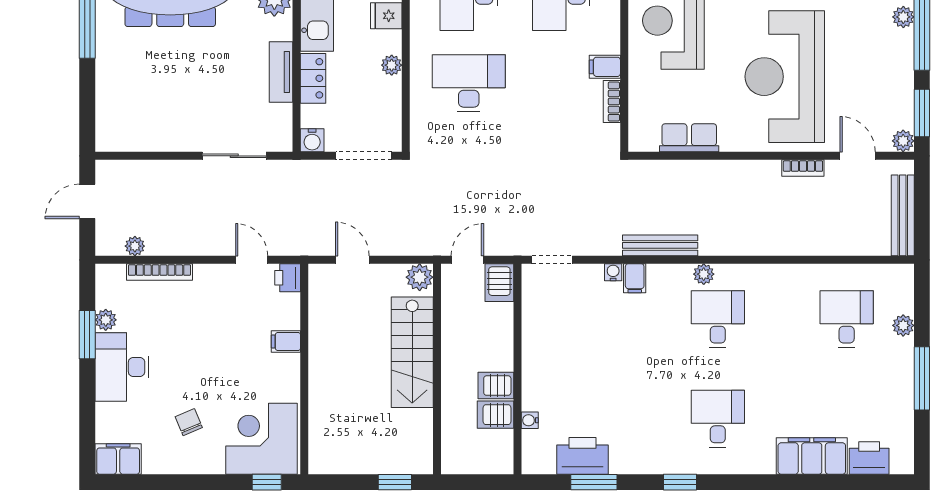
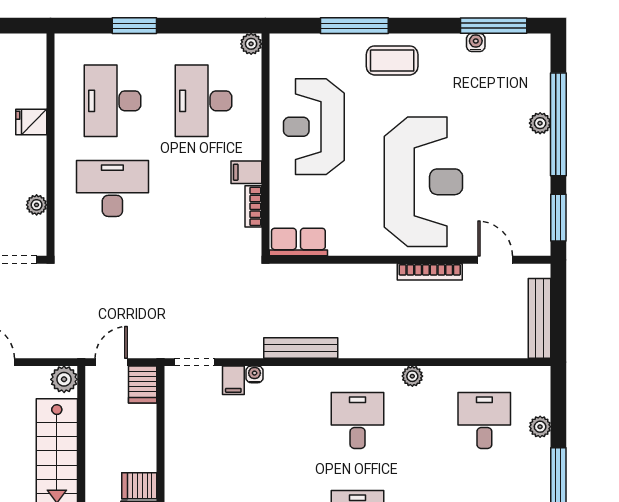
plant: (392, 65) -> (37, 205), moved
reception desk: (785, 77) -> (423, 182), turned 180
row of seats: (689, 138) -> (298, 242), moved
plant: (903, 141) -> (540, 245), removed
bookcase: (803, 168) -> (430, 272), width x1.56
plant: (704, 274) -> (412, 376), moved
filing cabinet: (635, 278) -> (233, 380), moved

